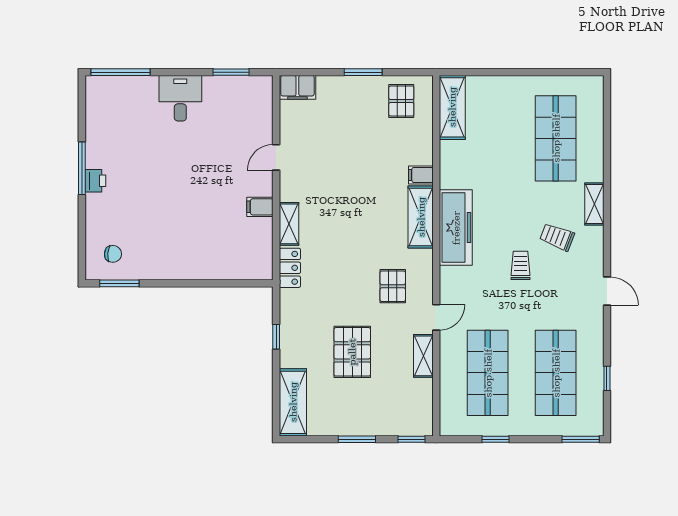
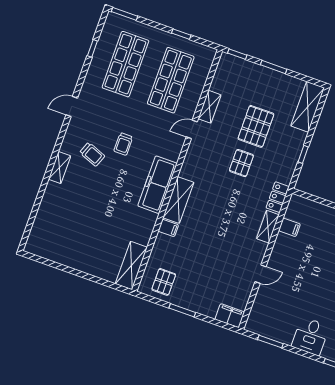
shop shelf: (556, 138) -> (70, 220), removed
filing cabinet: (260, 207) -> (289, 227), moved
pallet: (393, 286) -> (241, 163), moved
door: (607, 291) -> (72, 106), hinge flipped

